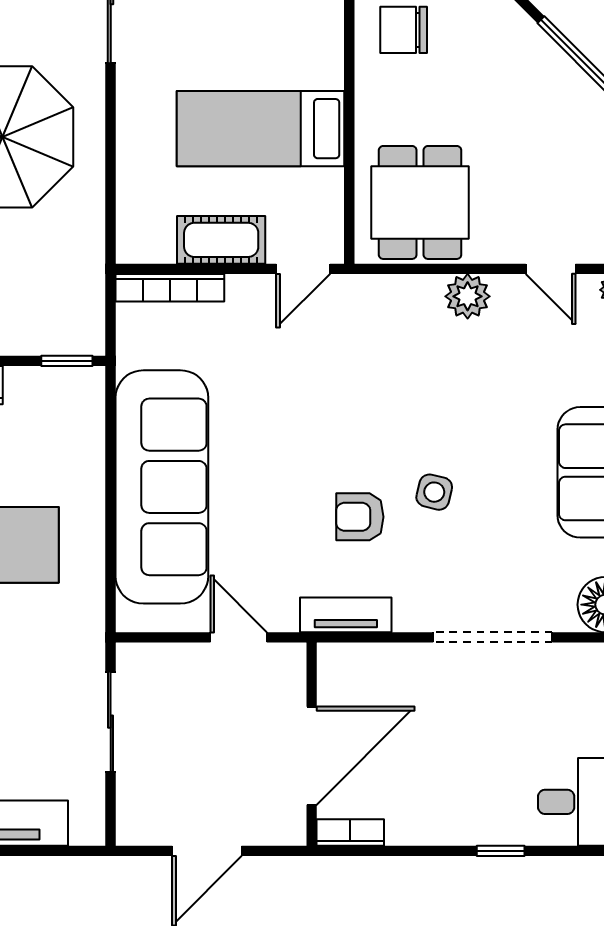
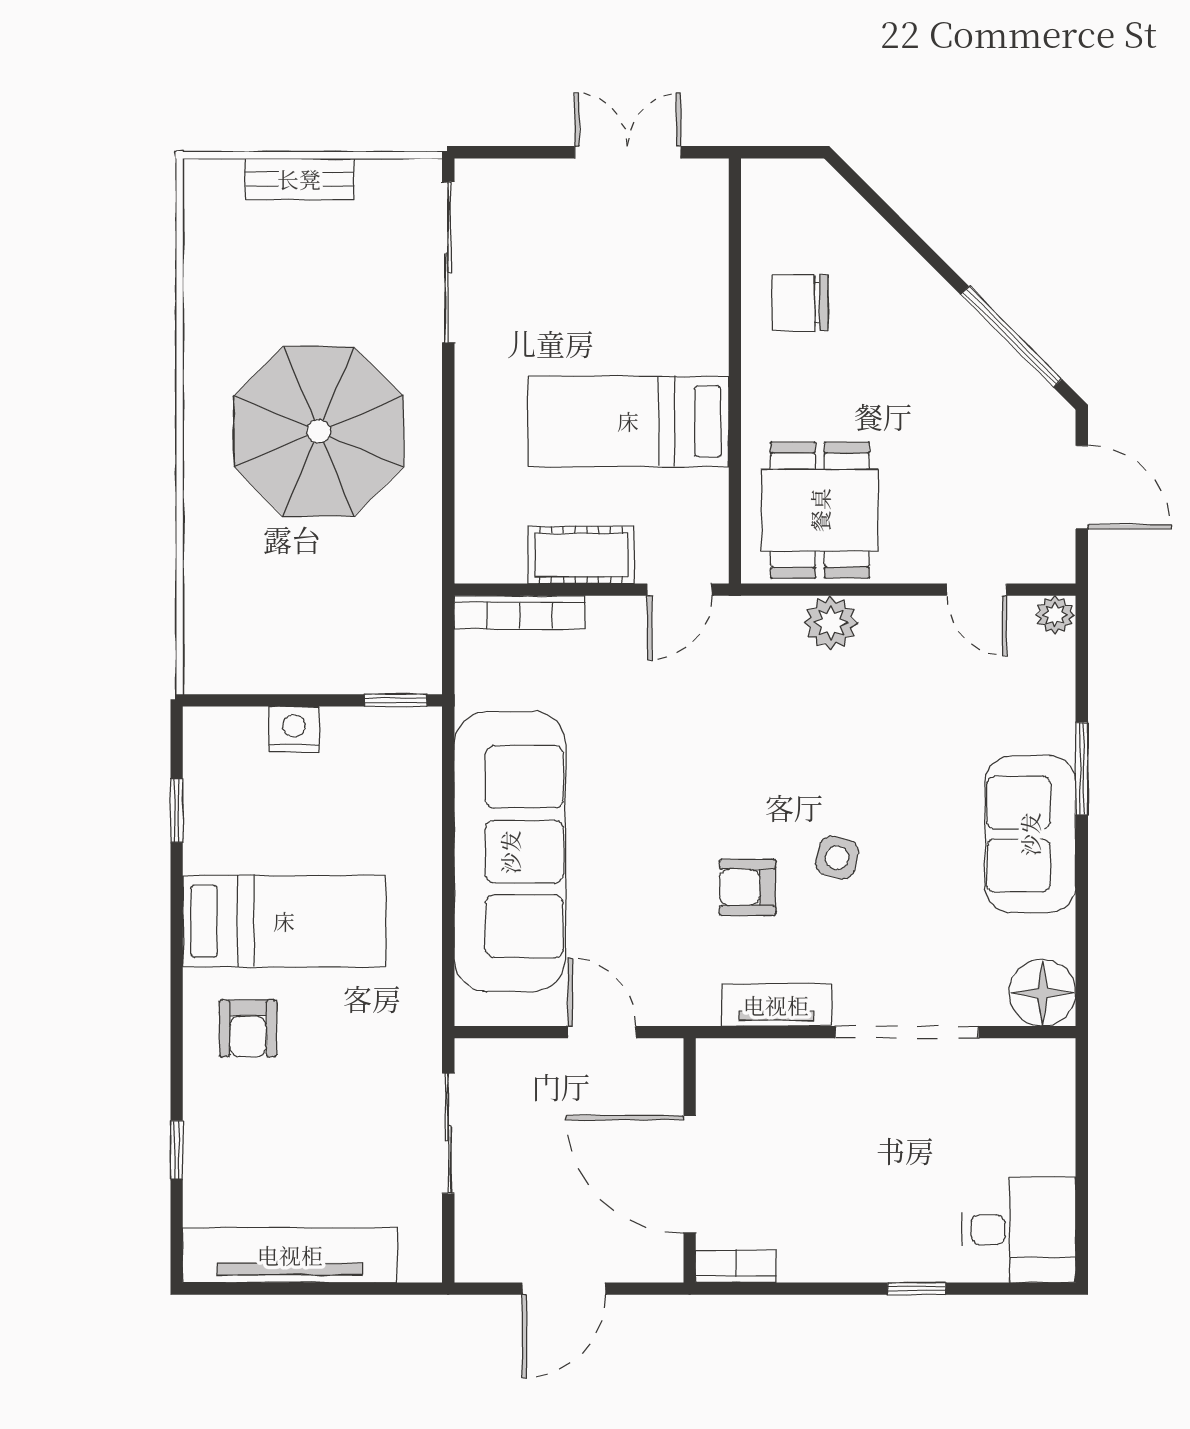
plant: (468, 296) -> (831, 623), moved
tv unit: (346, 615) -> (776, 1005), moved
door: (312, 756) -> (690, 1174), swing flipped

